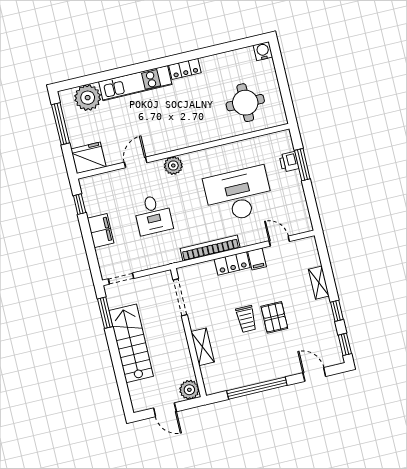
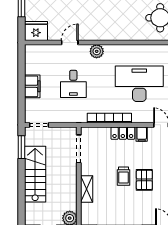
window: (80, 204) -> (21, 63), removed

